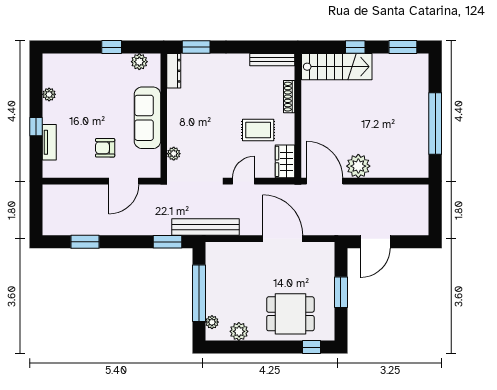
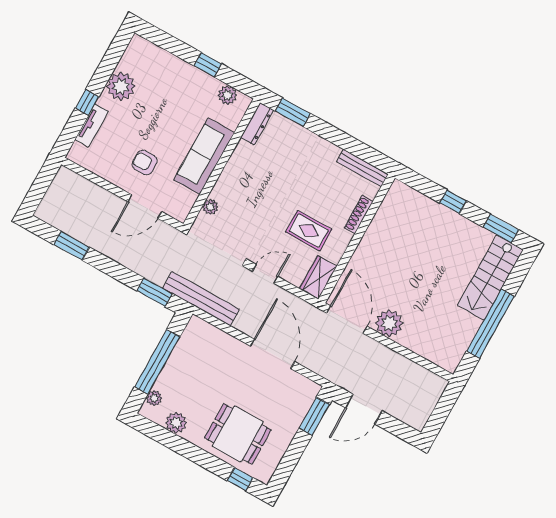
stairs: (337, 67) -> (490, 278), moved, turned 90
plant: (49, 94) -> (121, 86), width x1.87, depth x1.87
window: (341, 292) -> (314, 416), moved

